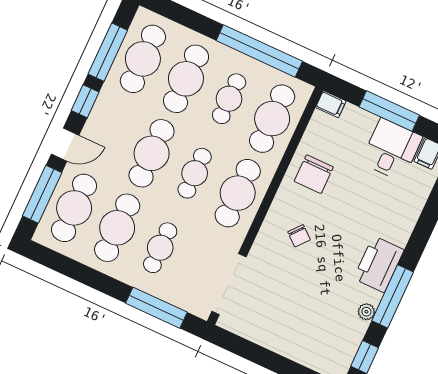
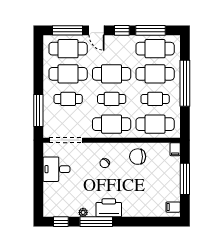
window: (259, 51) -> (185, 83), moved
desk: (391, 150) -> (56, 169), moved, turned 180

